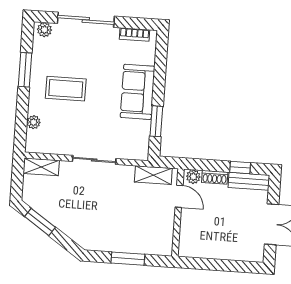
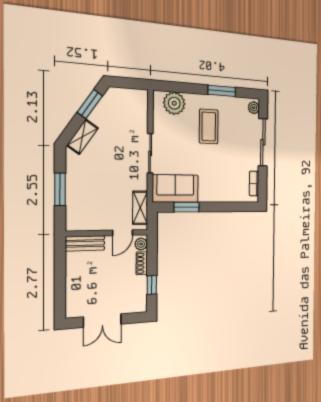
sofa: (138, 92) -> (175, 189), moved
plant: (34, 122) -> (174, 103), width x1.88, depth x1.88
shelving: (41, 167) -> (83, 137), moved, turned 34
bench: (249, 181) -> (85, 243), moved, turned 90

